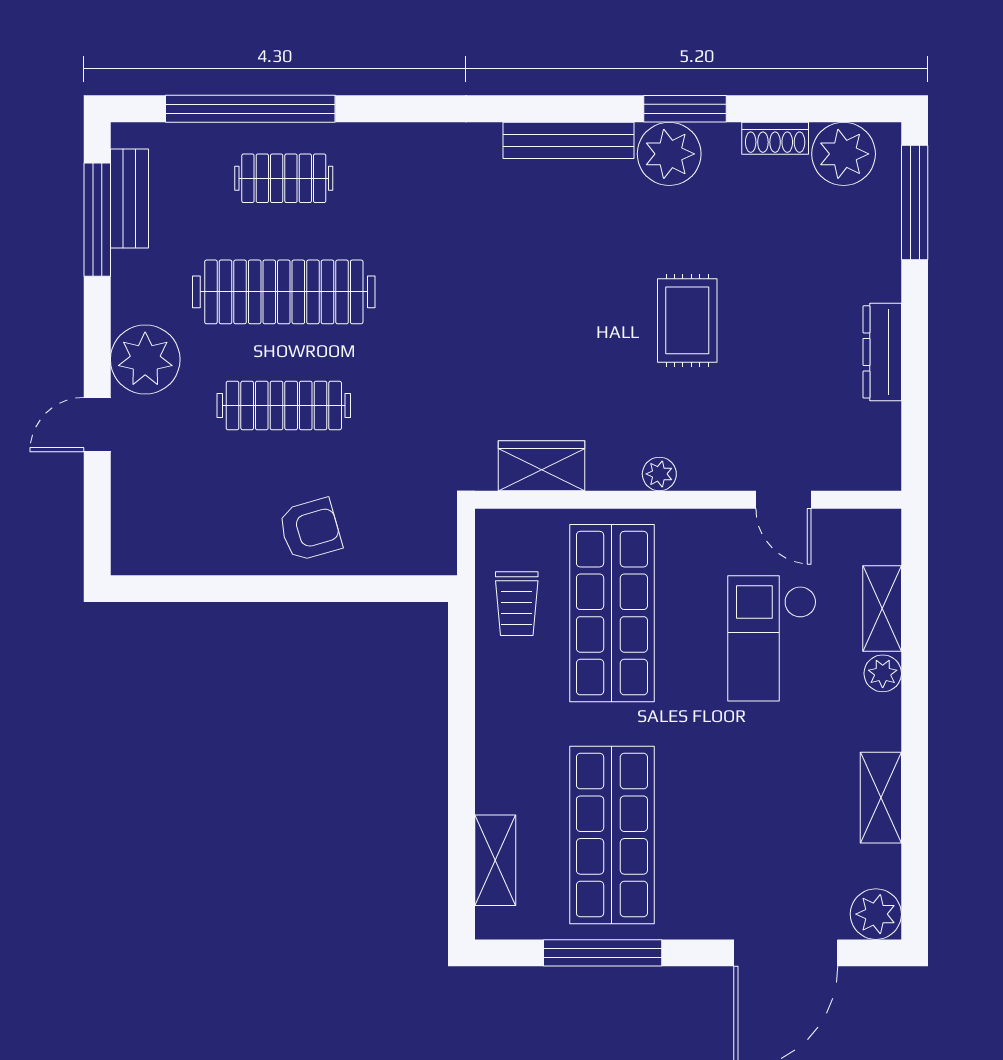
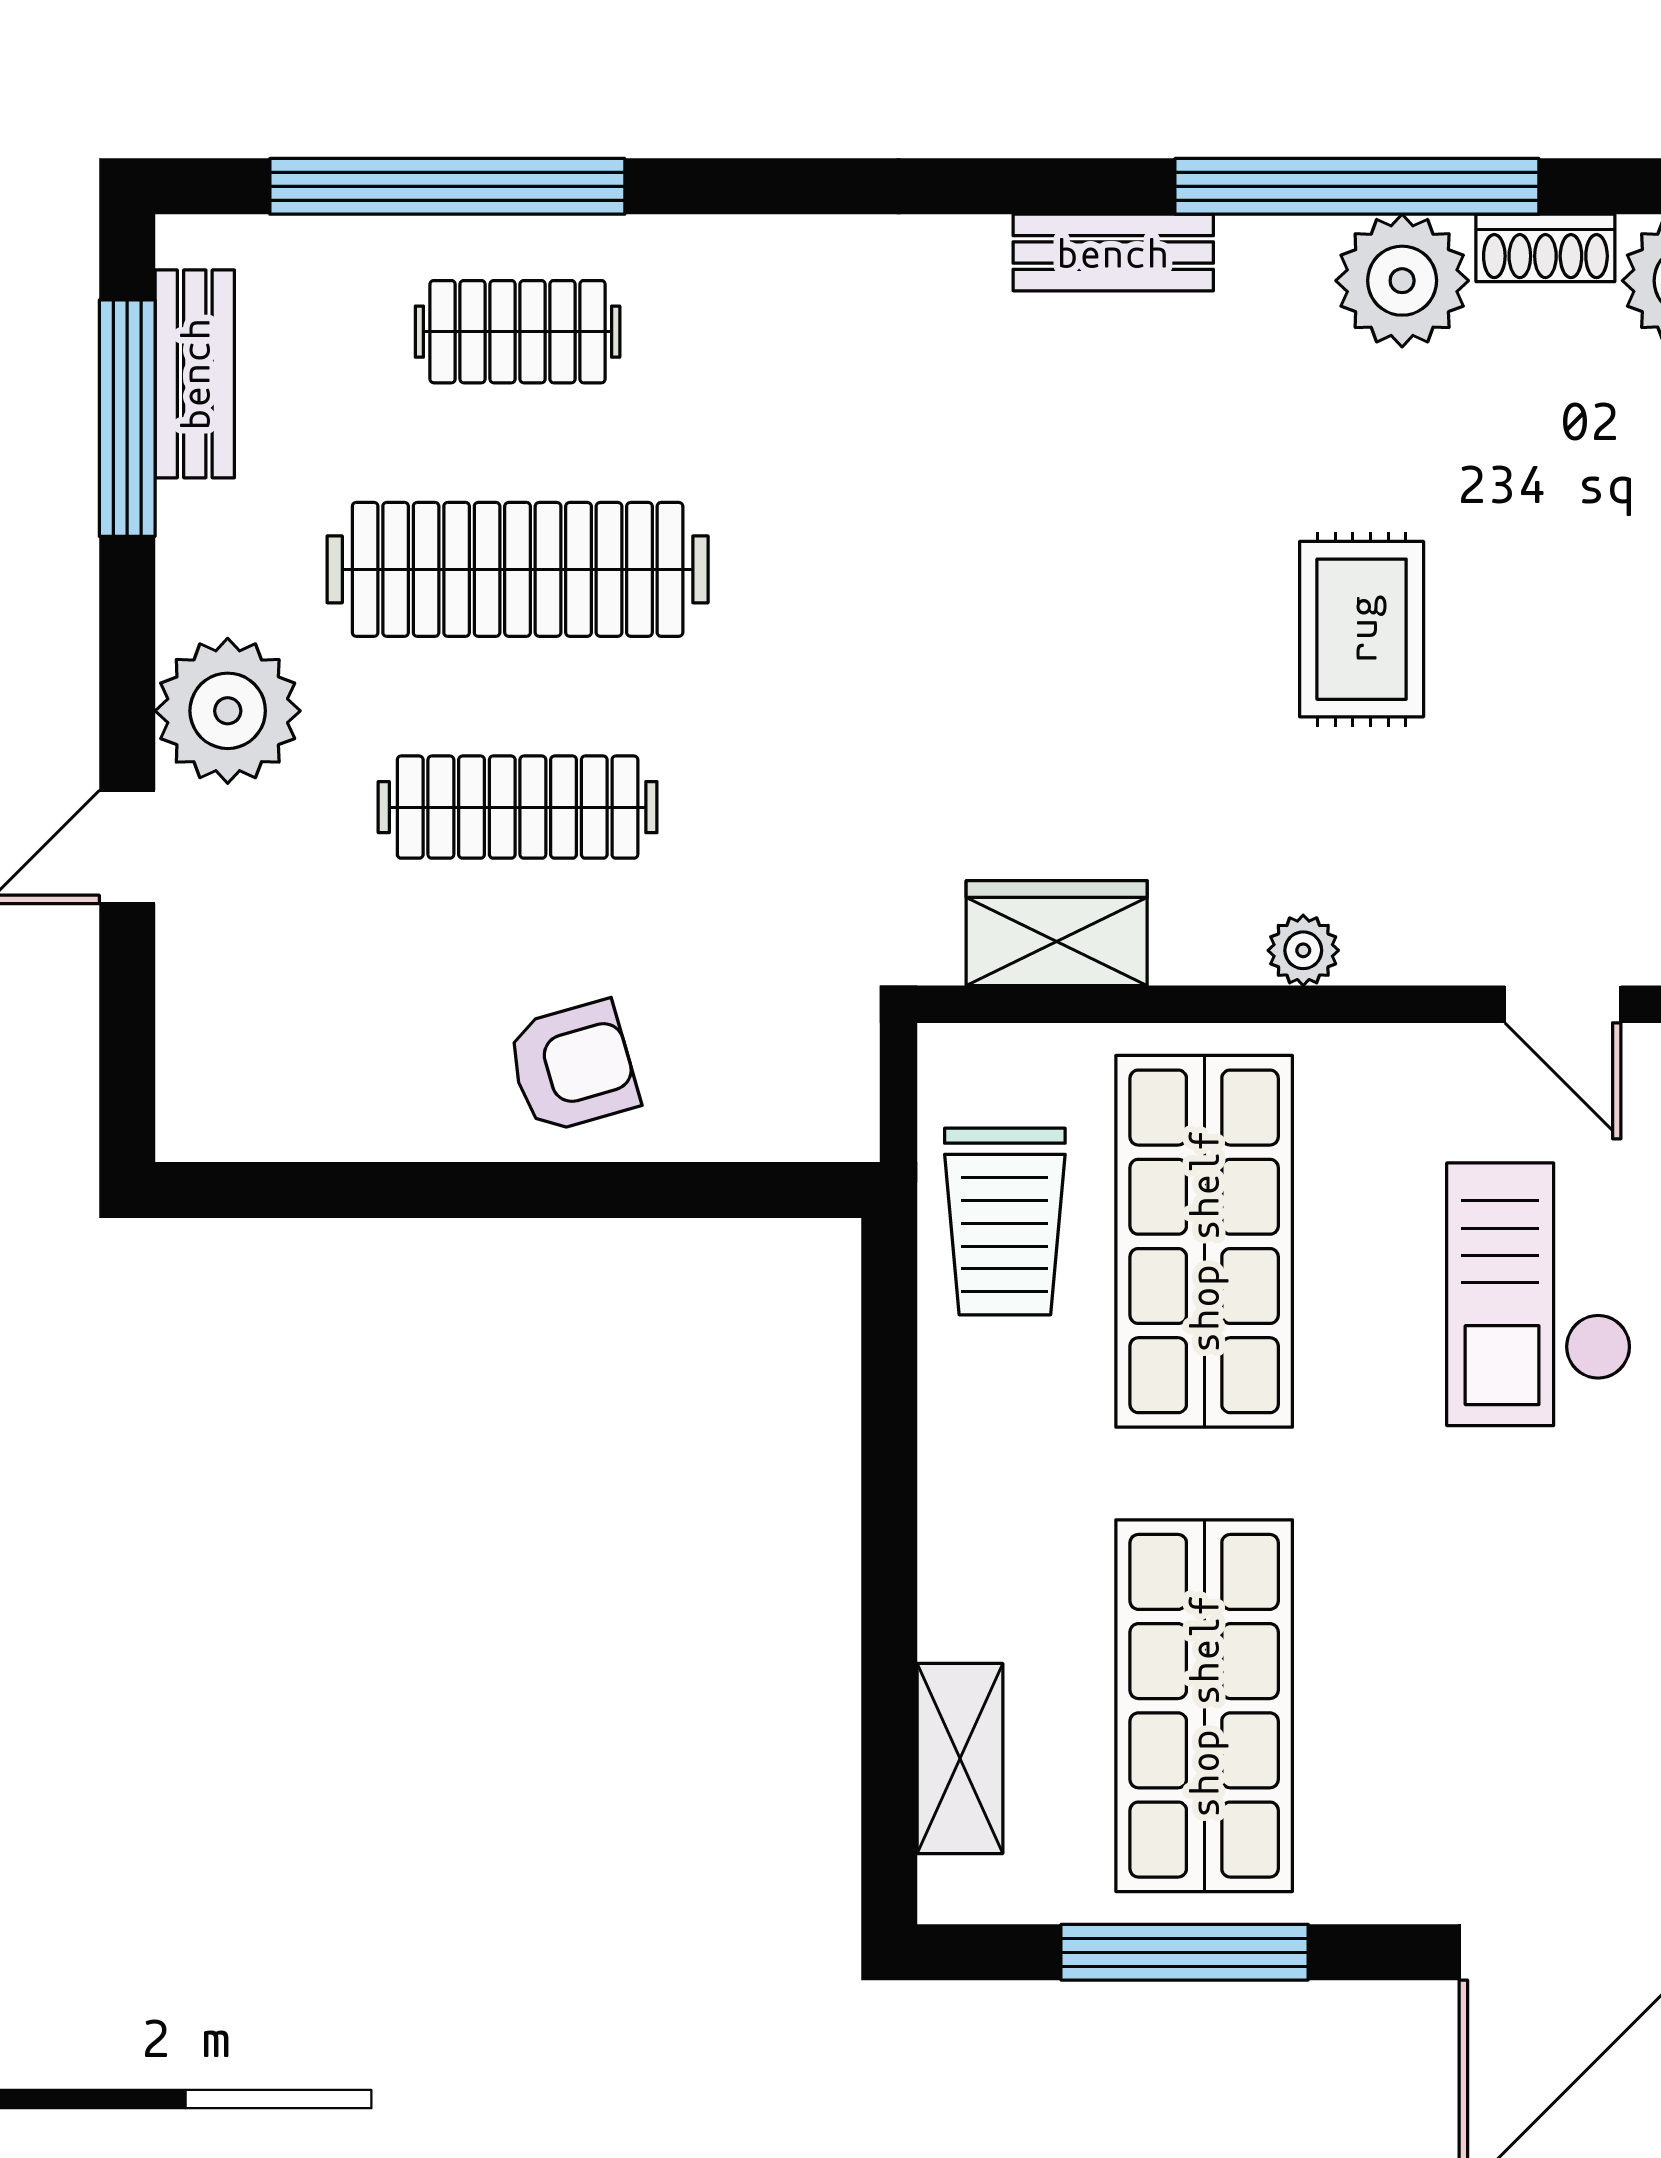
window: (685, 109) -> (1357, 186), width x2.11
bench: (569, 140) -> (1113, 253), width x0.73
plant: (669, 154) -> (1402, 281), moved
trolley: (517, 604) -> (1005, 1222), width x1.36, depth x1.39

